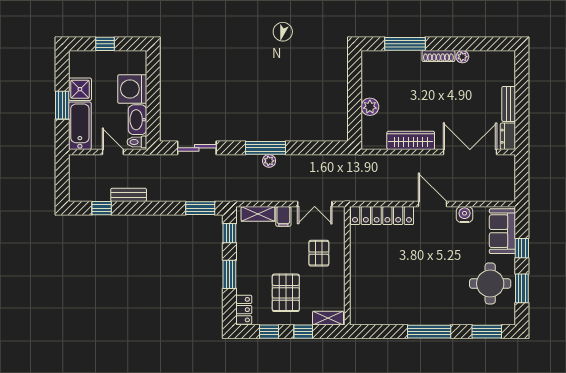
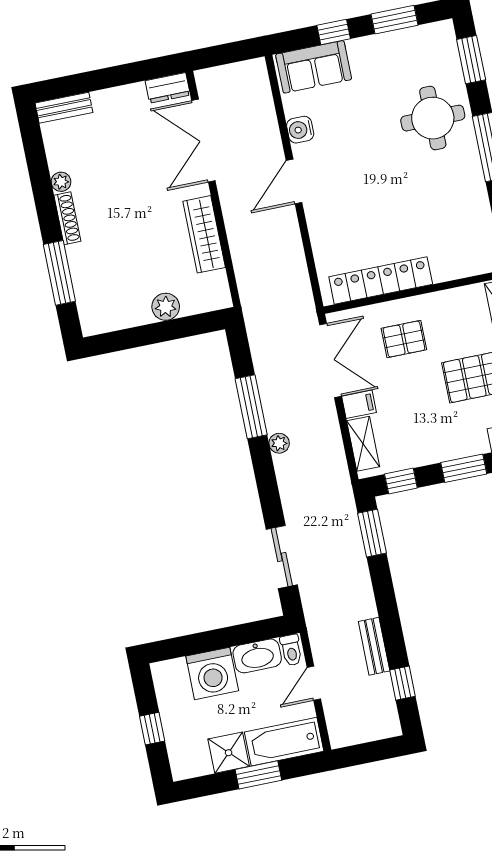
bench: (509, 104) -> (64, 108), moved
window: (265, 148) -> (251, 407), moved
double door: (315, 204) -> (330, 360), width x1.37
locker: (382, 216) -> (381, 280), moved, turned -90
round table: (490, 283) -> (433, 118), moved

